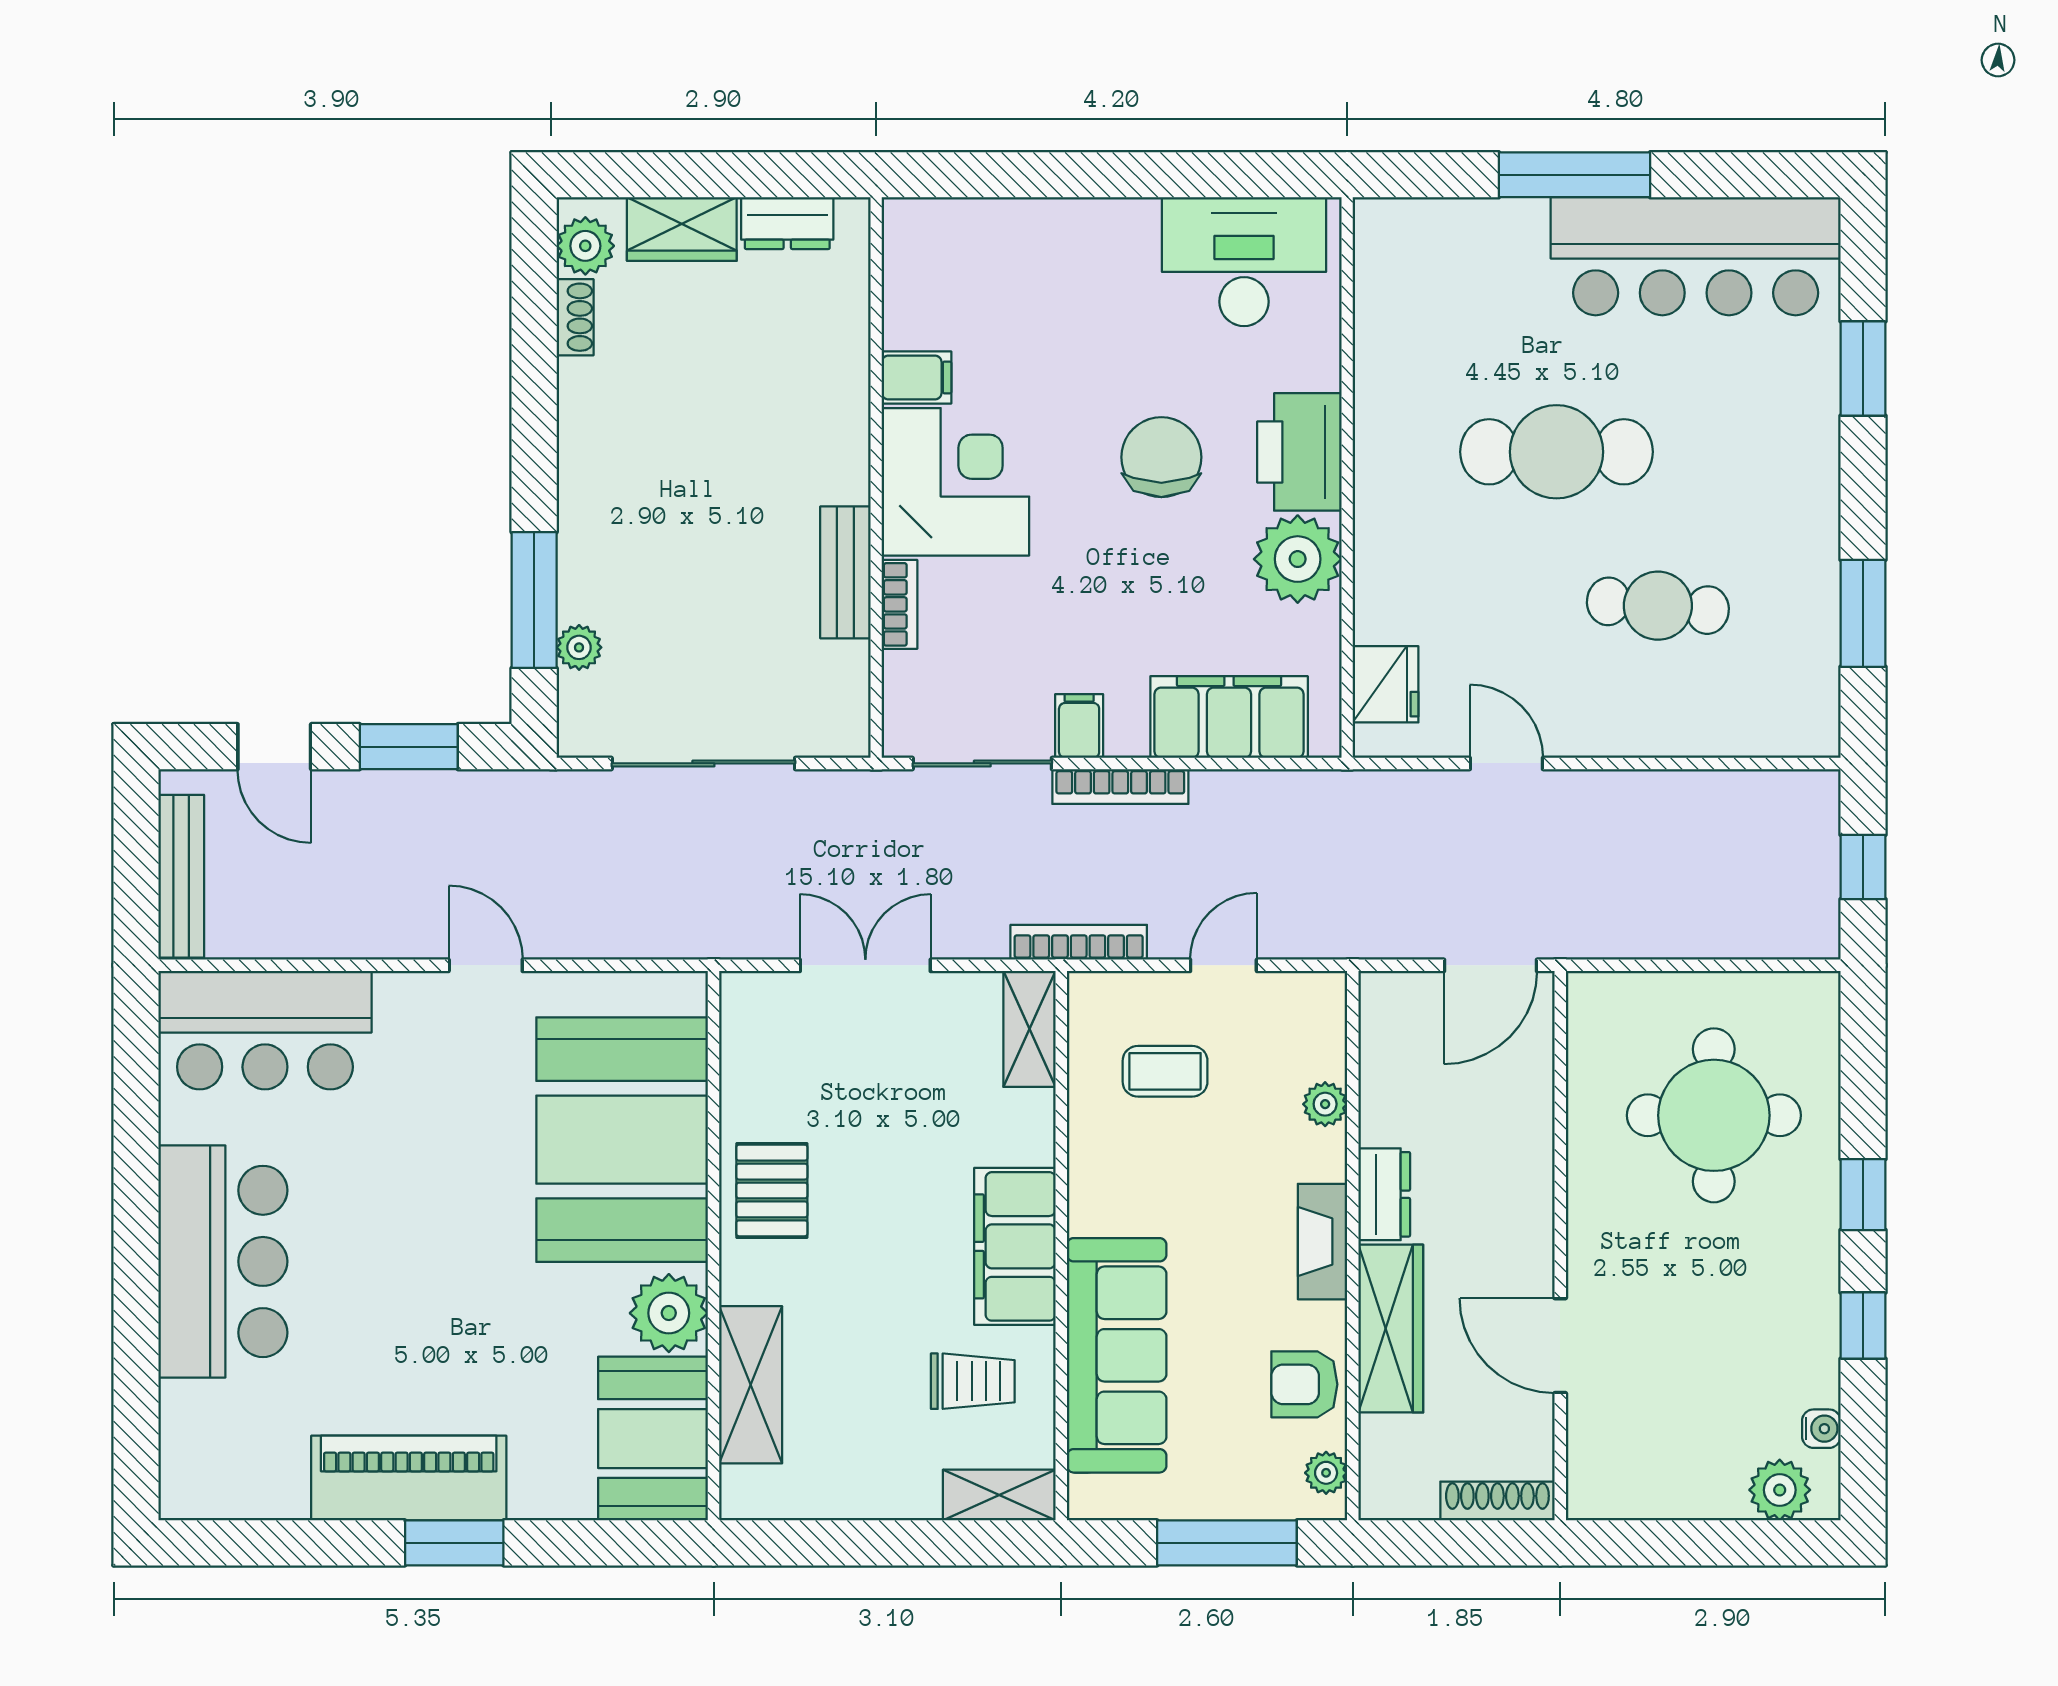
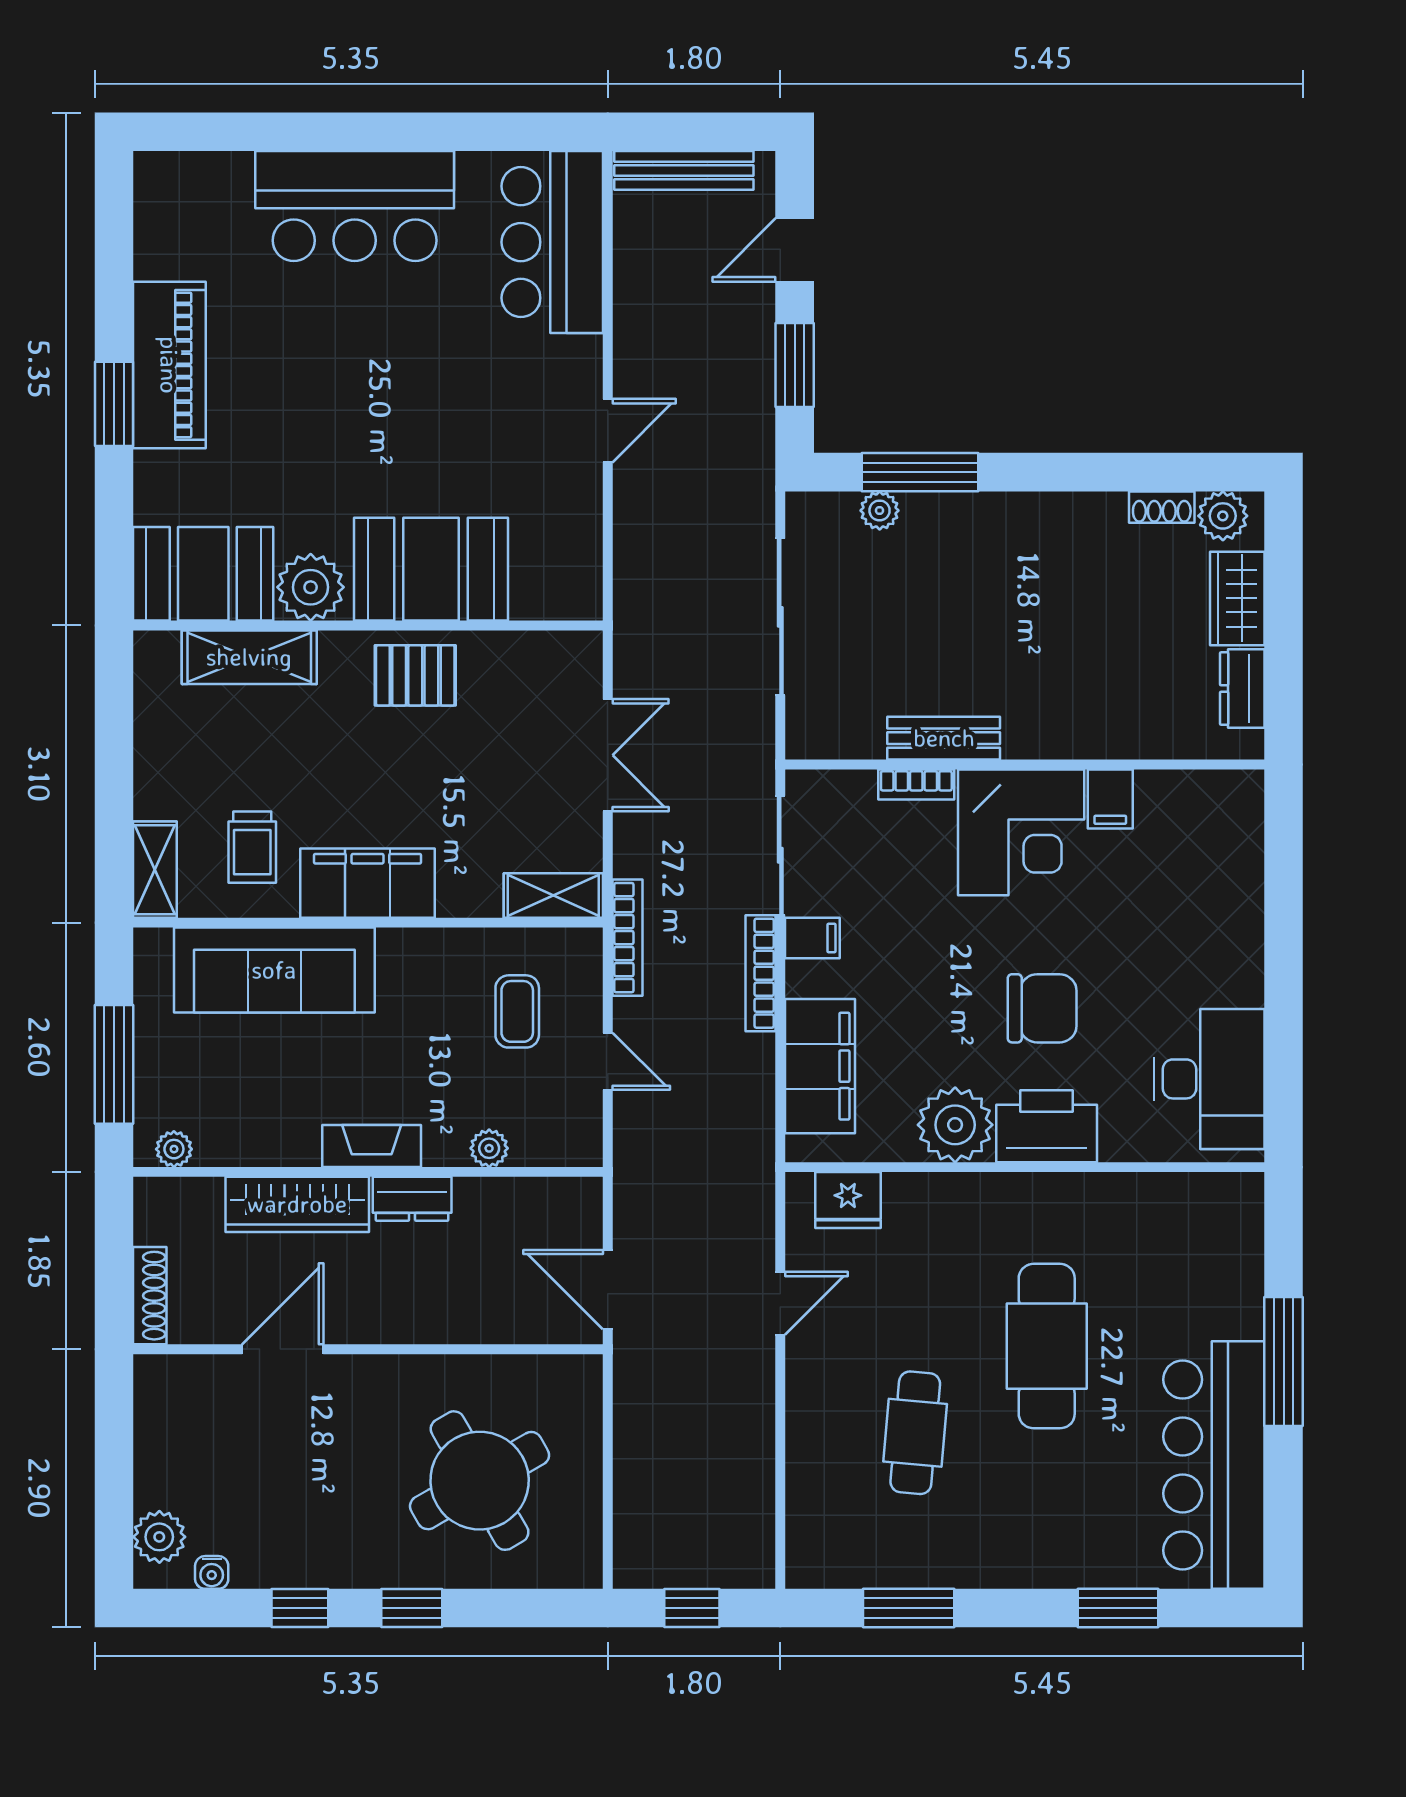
round table: (1714, 1115) -> (480, 1481), turned -30
booth: (622, 1140) -> (431, 569), width x0.73, depth x0.70
armchair: (1304, 1384) -> (250, 1131), removed

